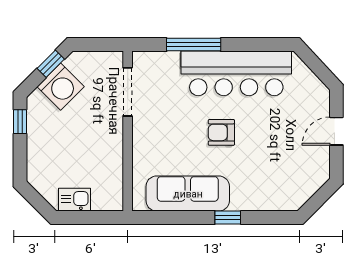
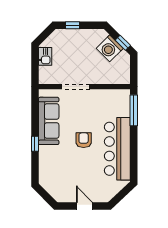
window: (194, 45) -> (134, 110), moved
doorway: (128, 92) -> (76, 87), moved
window: (20, 122) -> (73, 25), moved

